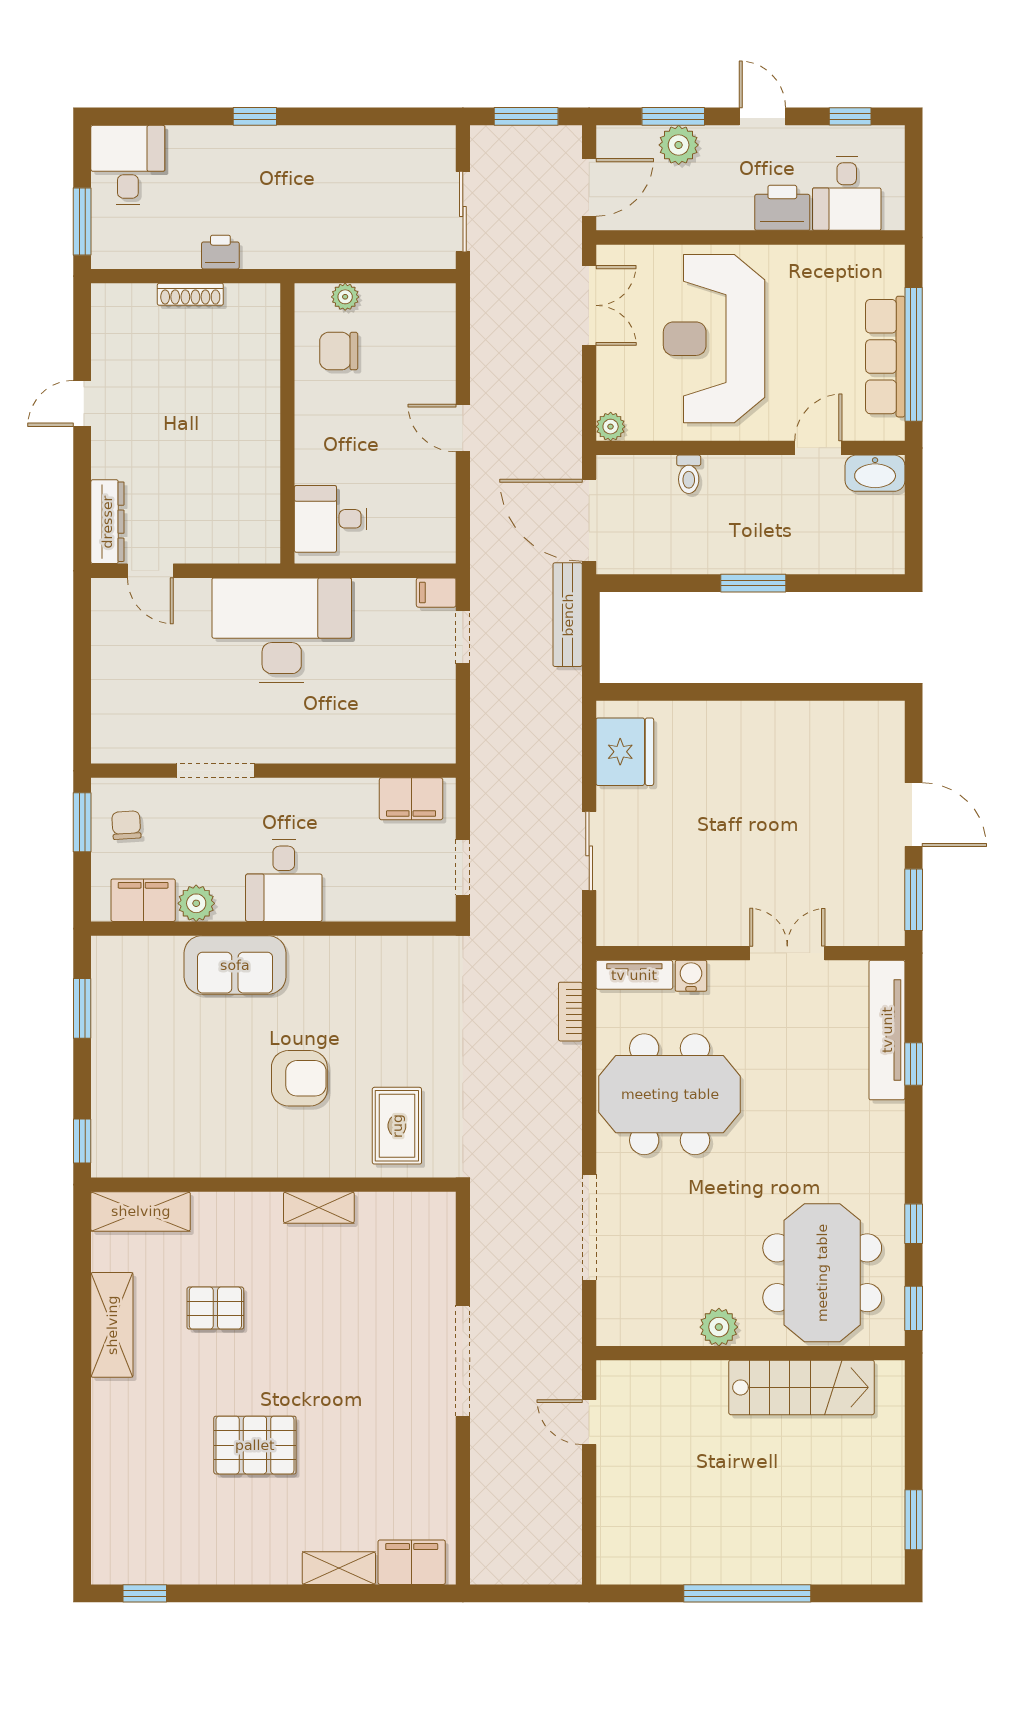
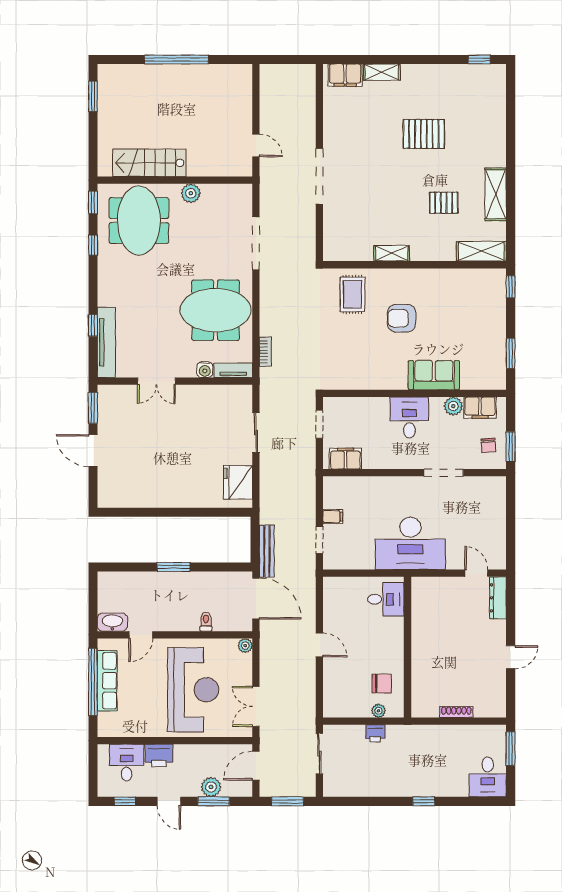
printer: (220, 252) -> (375, 733), moved
filing cabinet: (436, 593) -> (333, 517), moved

